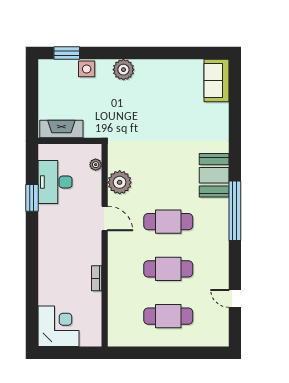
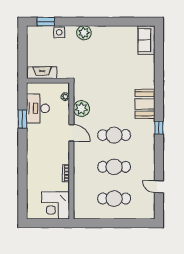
window: (235, 211) -> (159, 128), width x0.32
corner desk: (58, 326) -> (56, 205), moved, turned 180

